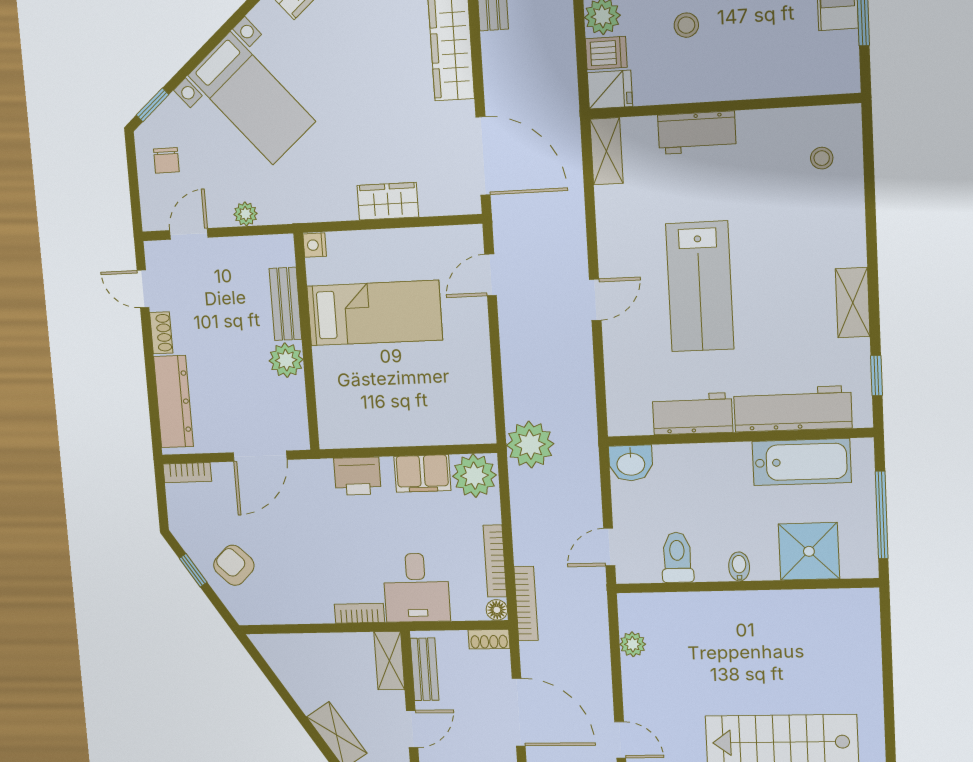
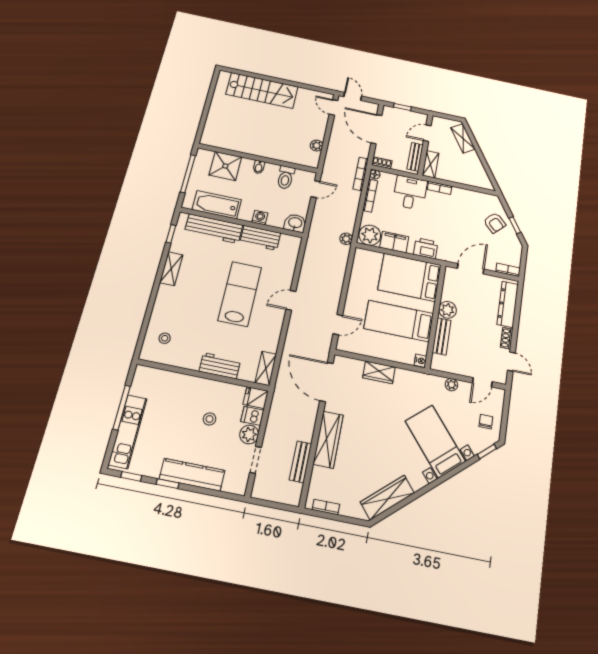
bed: (375, 408) -> (410, 277), added
plant: (530, 445) -> (346, 239), width x0.53, depth x0.53
washing machine: (705, 457) -> (260, 218), added

